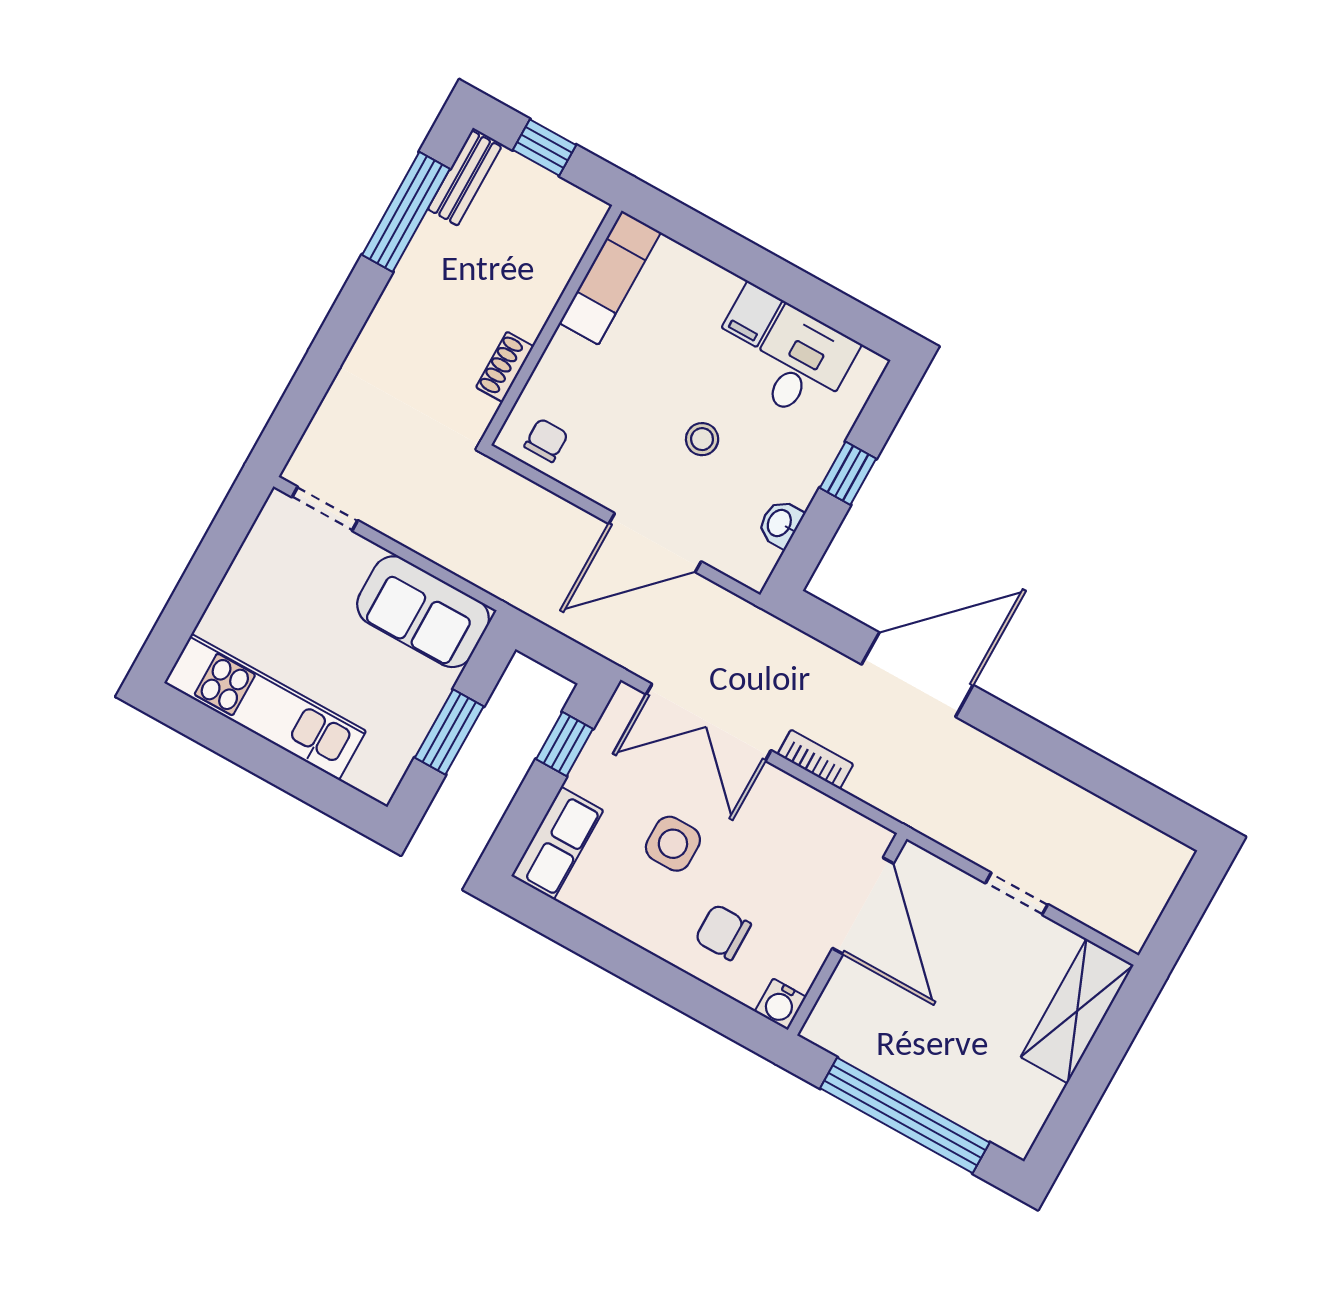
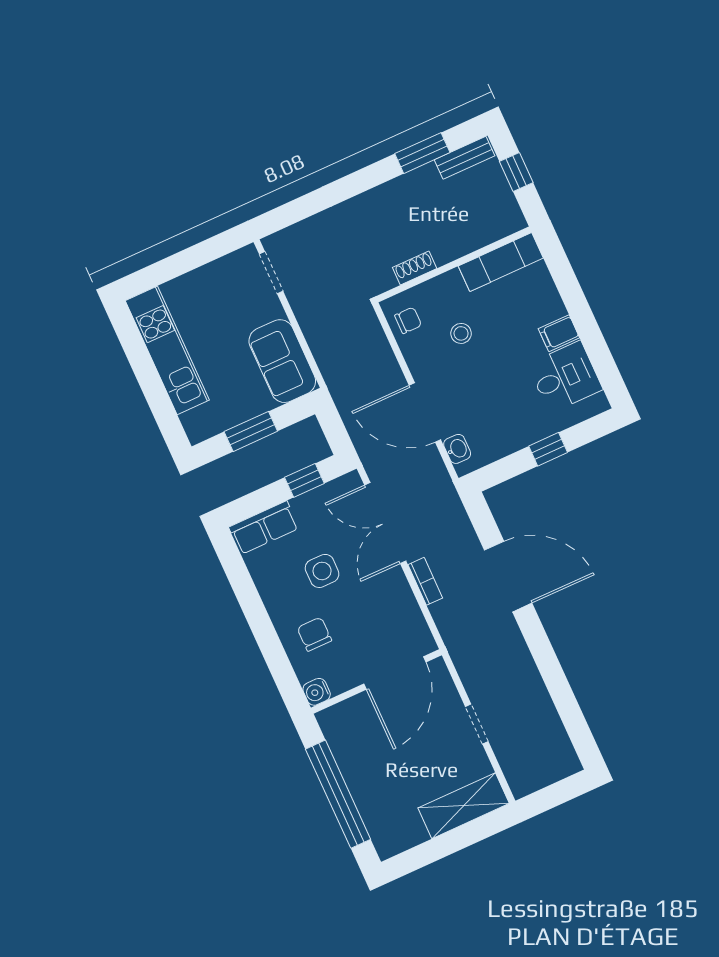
window: (406, 212) -> (422, 153), width x0.69
stool: (702, 439) -> (461, 333), moved
washbasin: (780, 524) -> (457, 449), moved, turned 90

